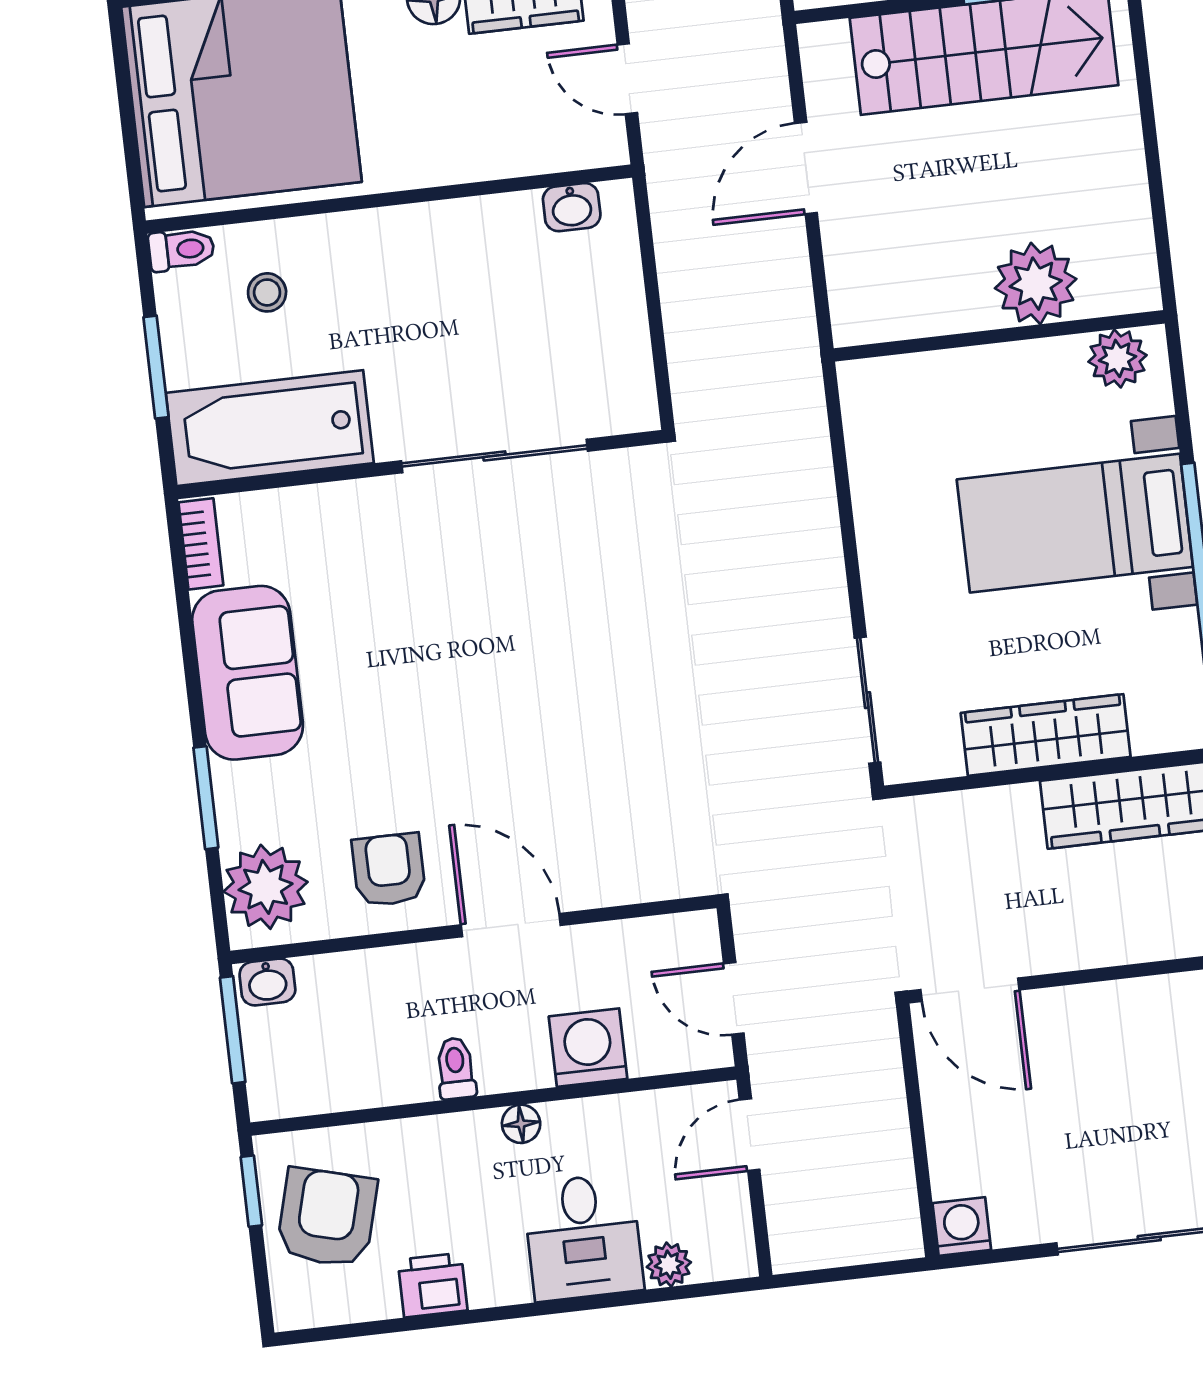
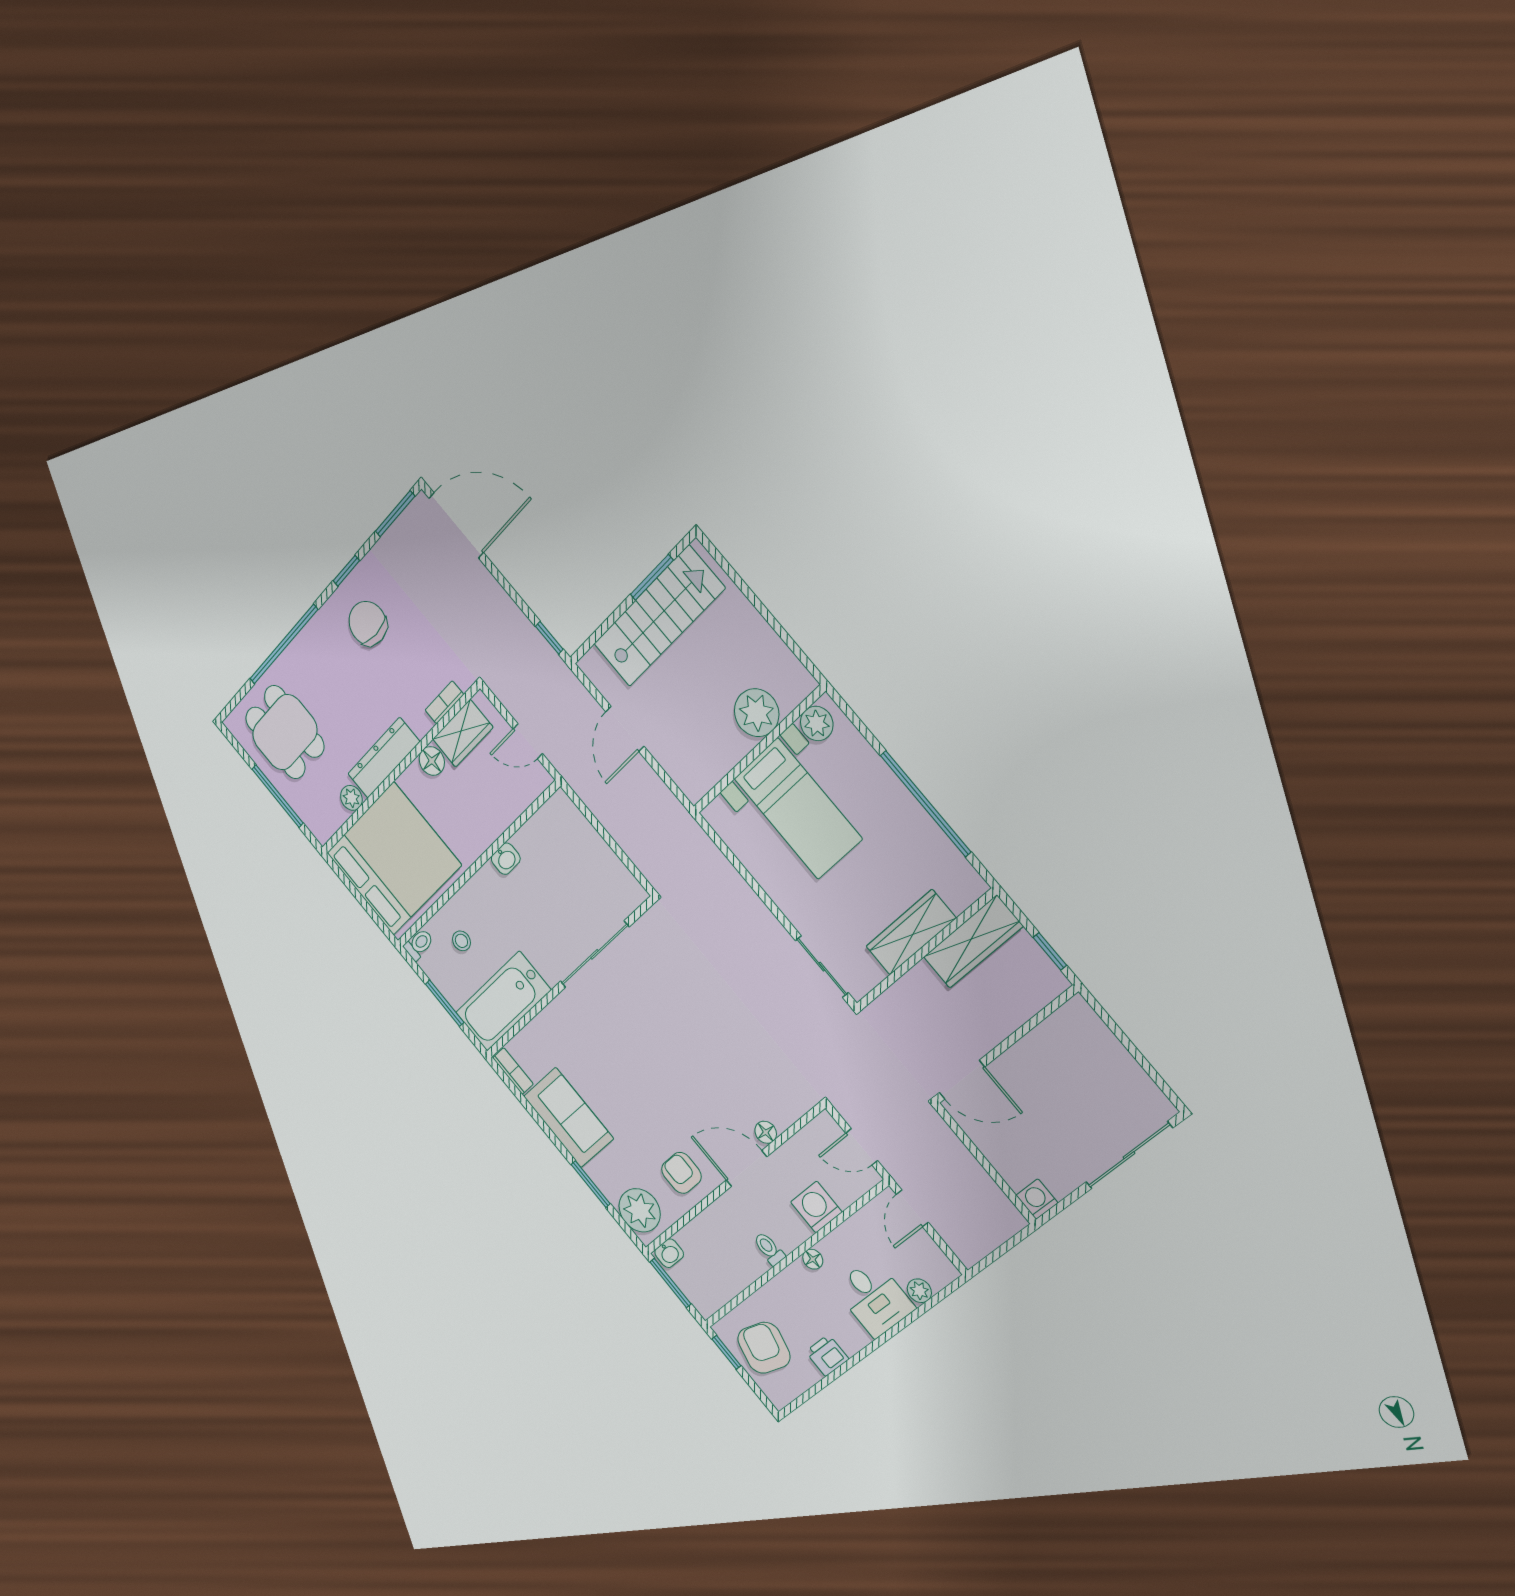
washbasin: (572, 207) -> (506, 859), moved
bed with nightstands: (1075, 523) -> (798, 809), moved, turned -90
floor lamp: (587, 889) -> (766, 1132), added

